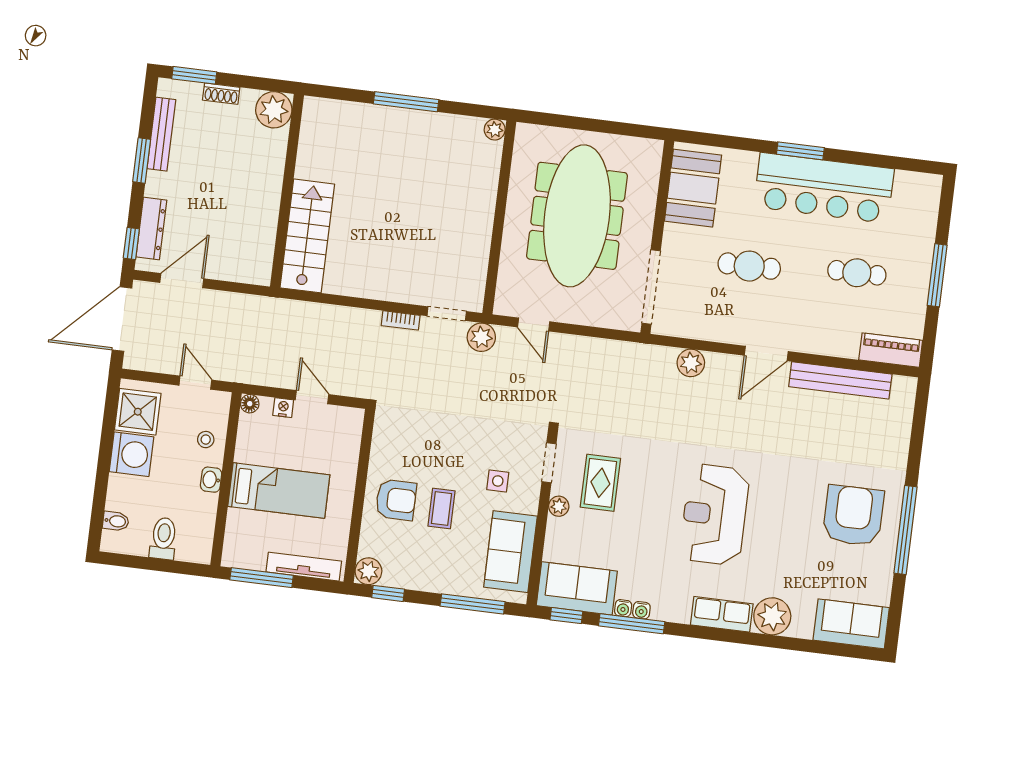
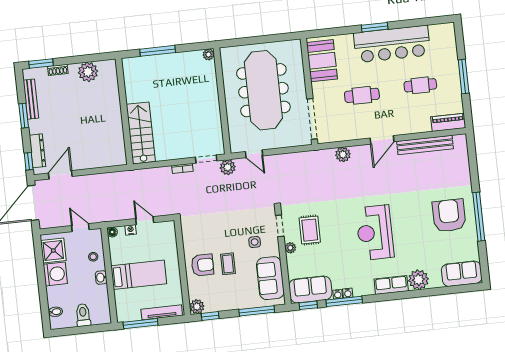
wall: (287, 191) -> (124, 111), moved
stairs: (307, 236) -> (141, 133), moved

